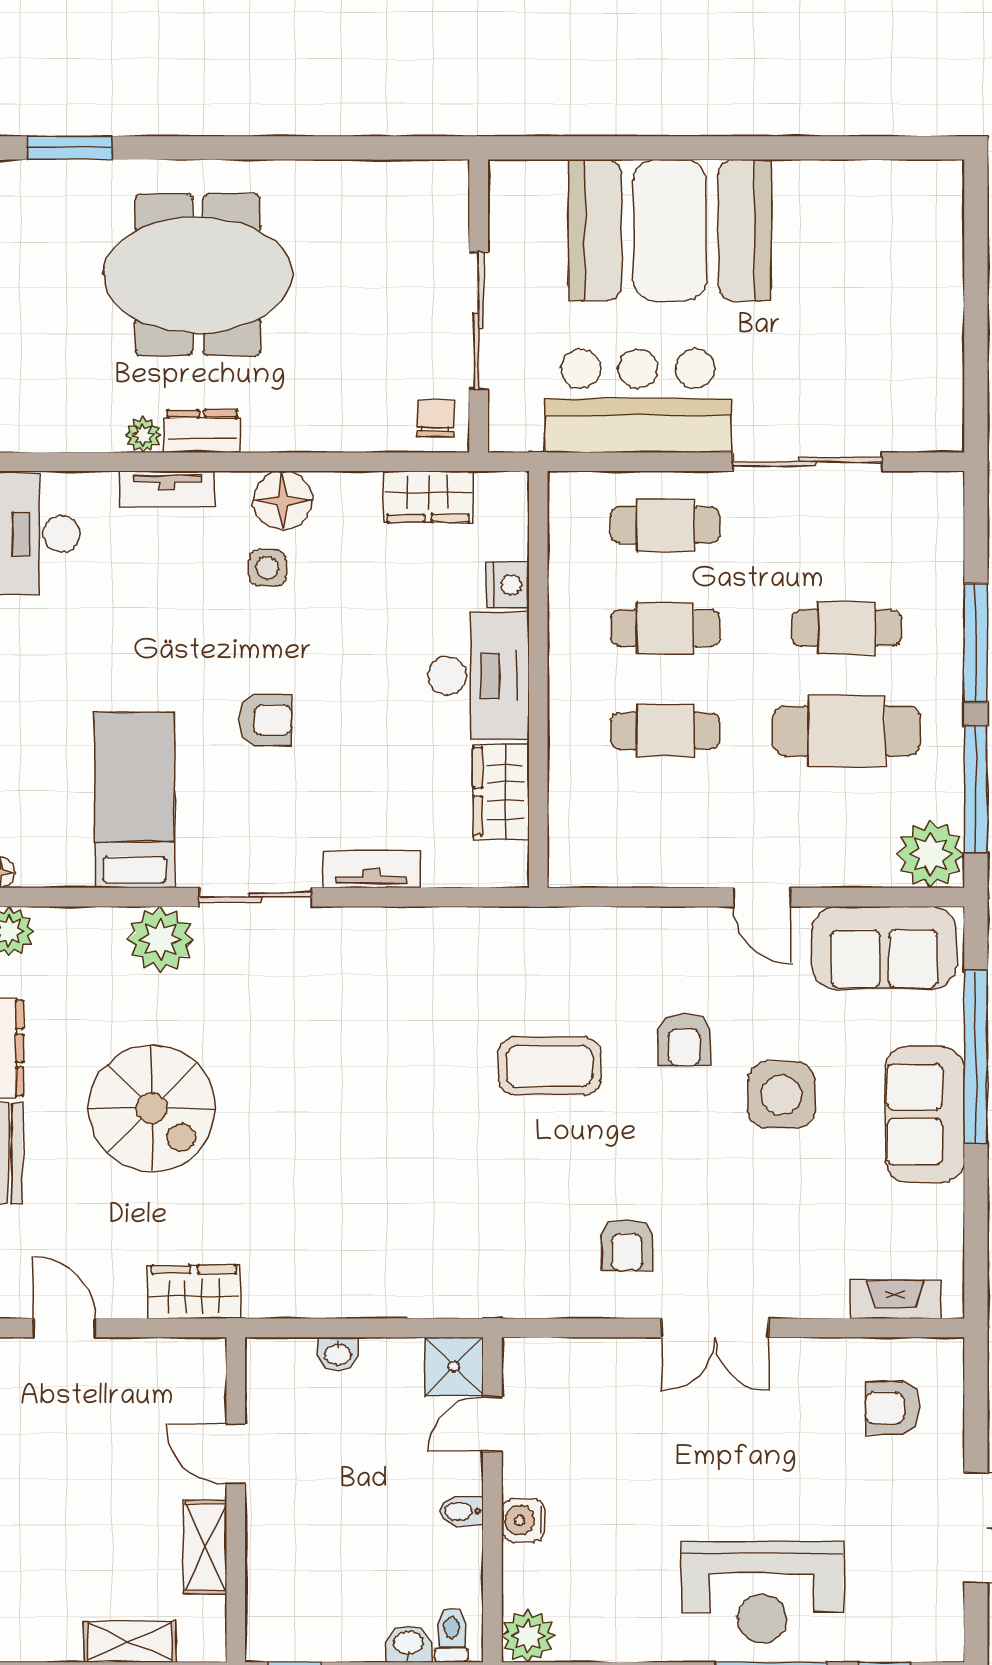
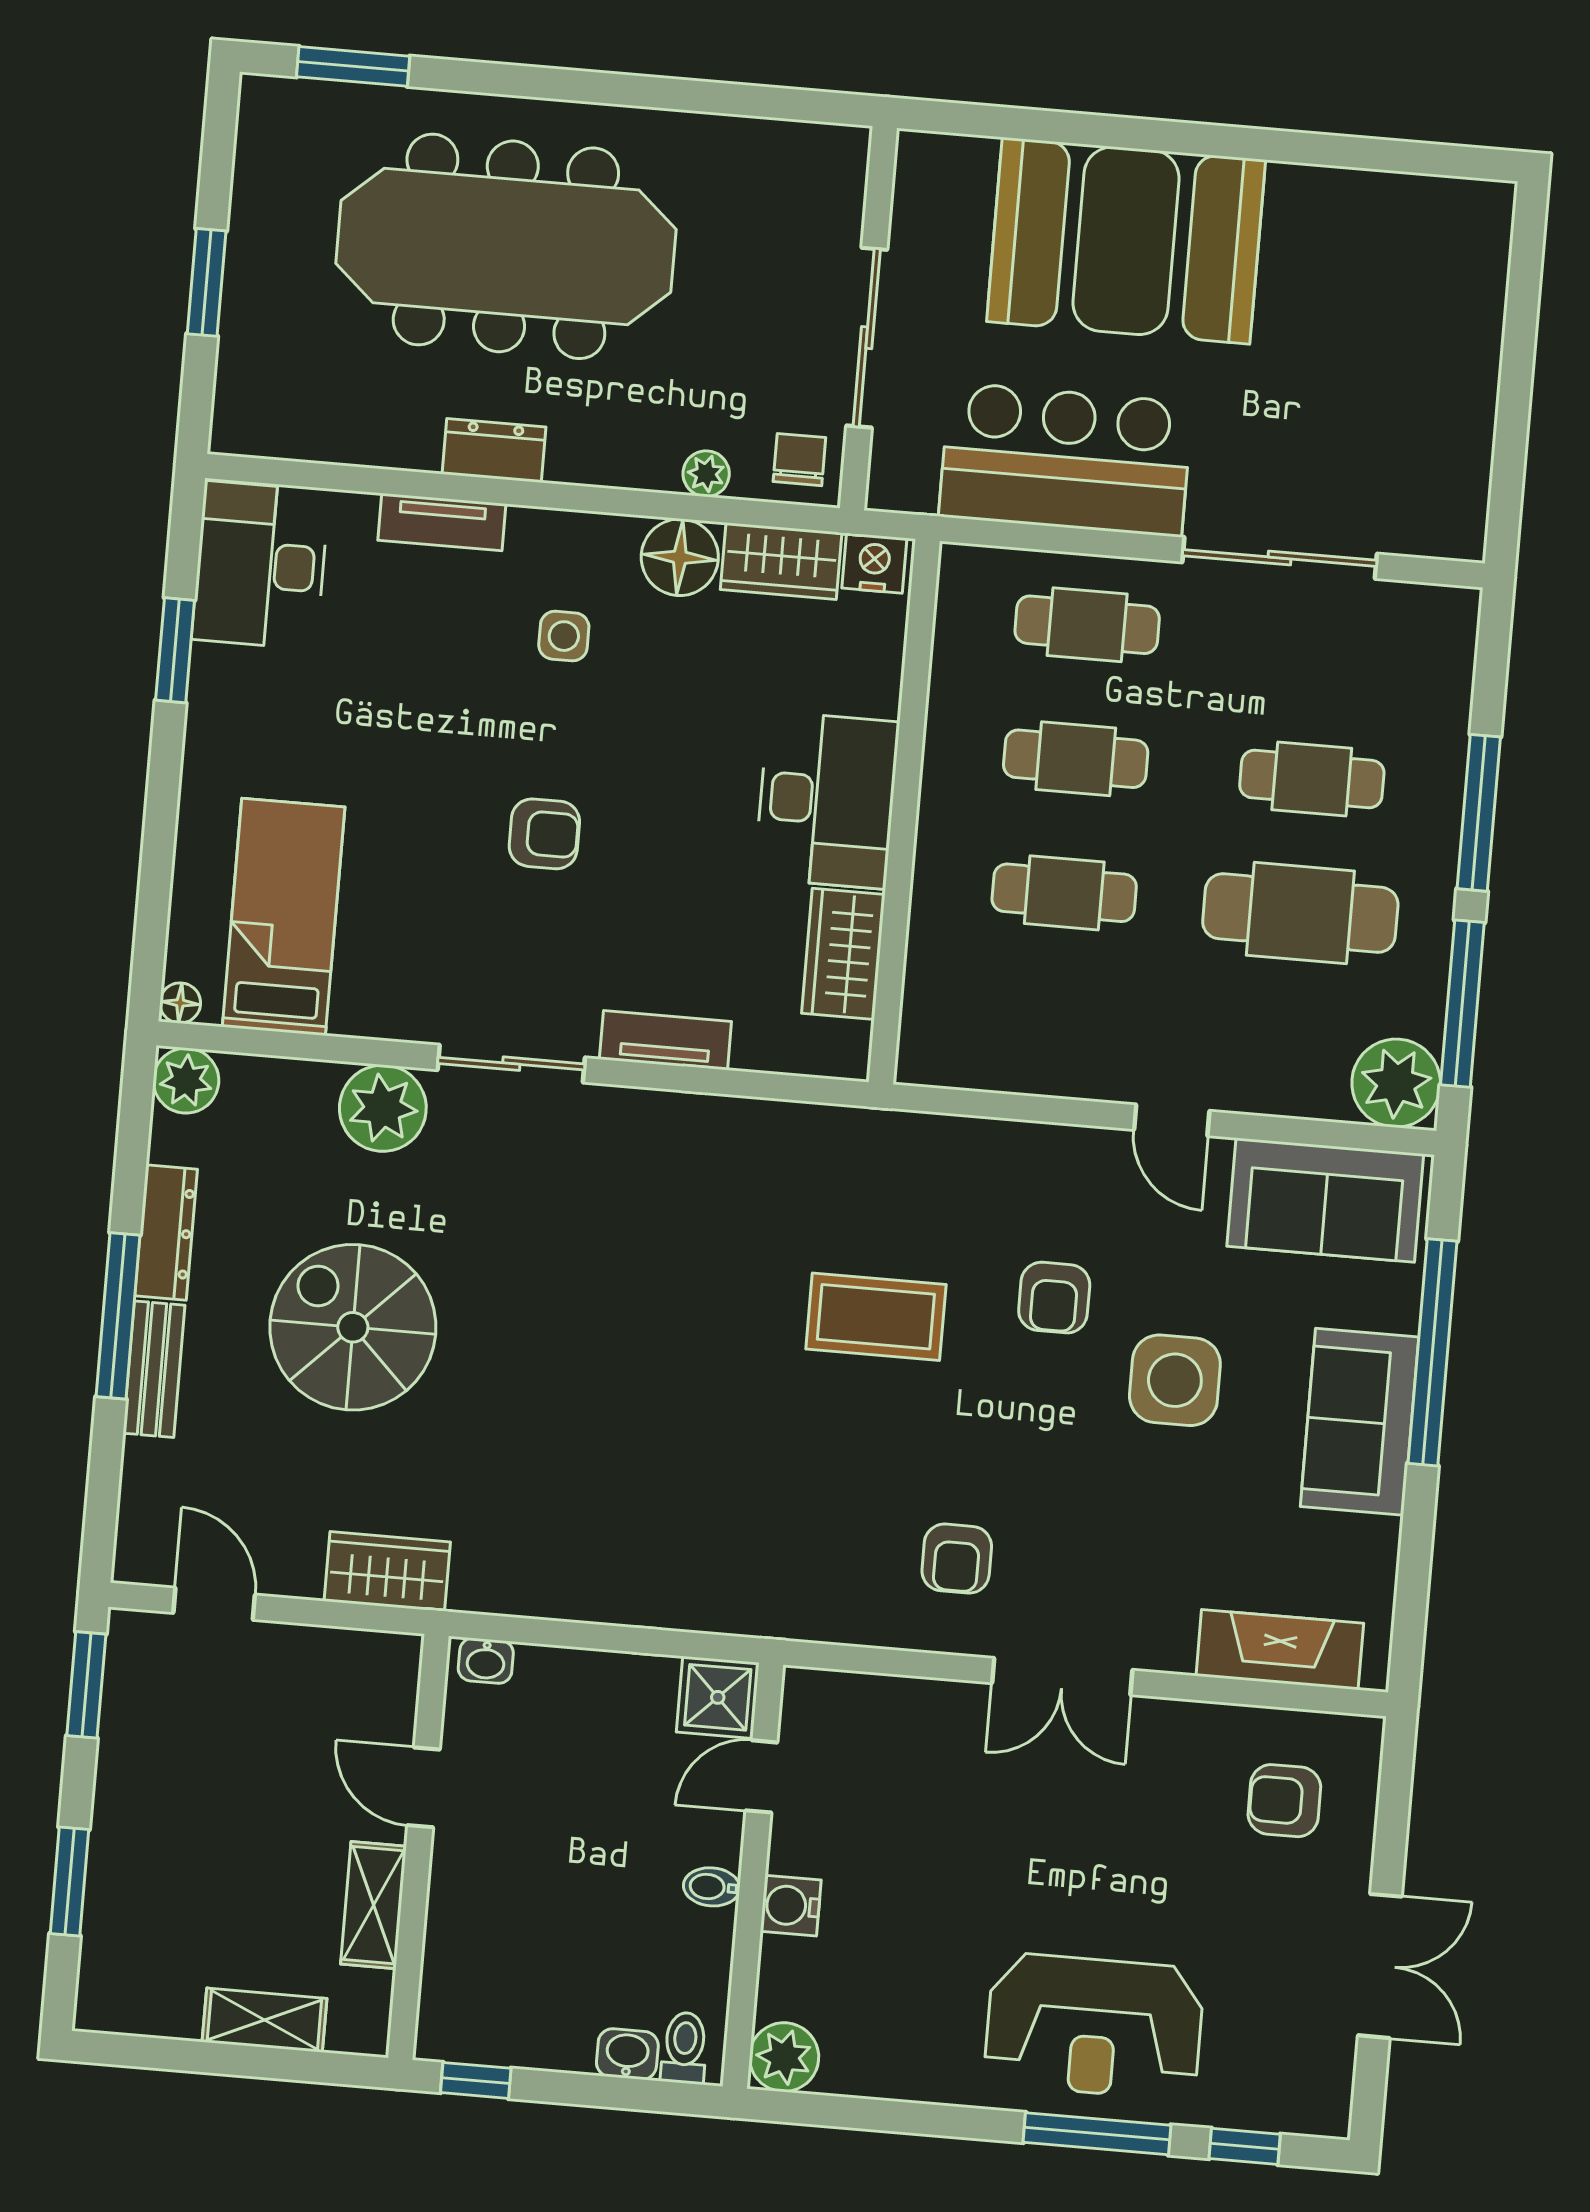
meeting table: (198, 275) -> (506, 246), width x1.36
plant: (143, 435) -> (706, 474), moved
floor lamp: (283, 500) -> (680, 557), moved
nightstand: (508, 585) -> (874, 563), moved, turned -90
bed: (135, 800) -> (284, 917), moved
spiral stairs: (152, 1108) -> (353, 1327), turned 180
fireplace: (896, 1299) -> (1280, 1650), width x1.37, depth x1.32
washbasin: (338, 1354) -> (486, 1661), moved

